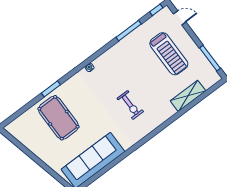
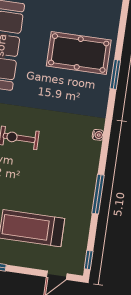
window: (129, 31) -> (98, 194), moved

